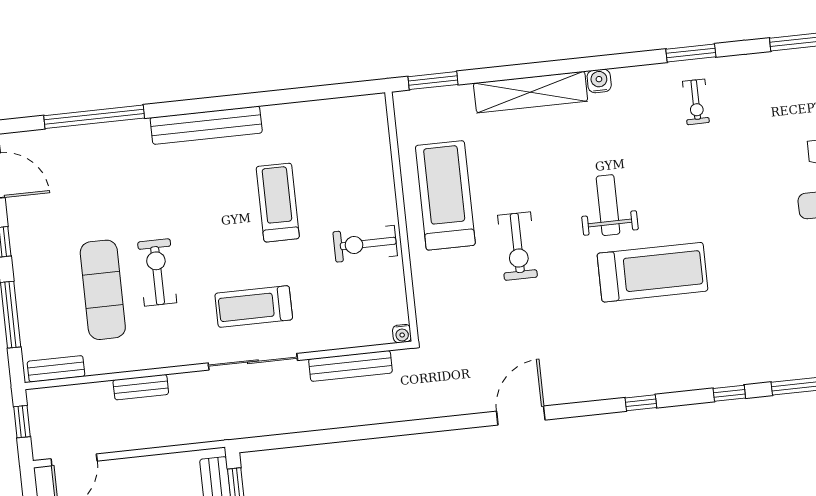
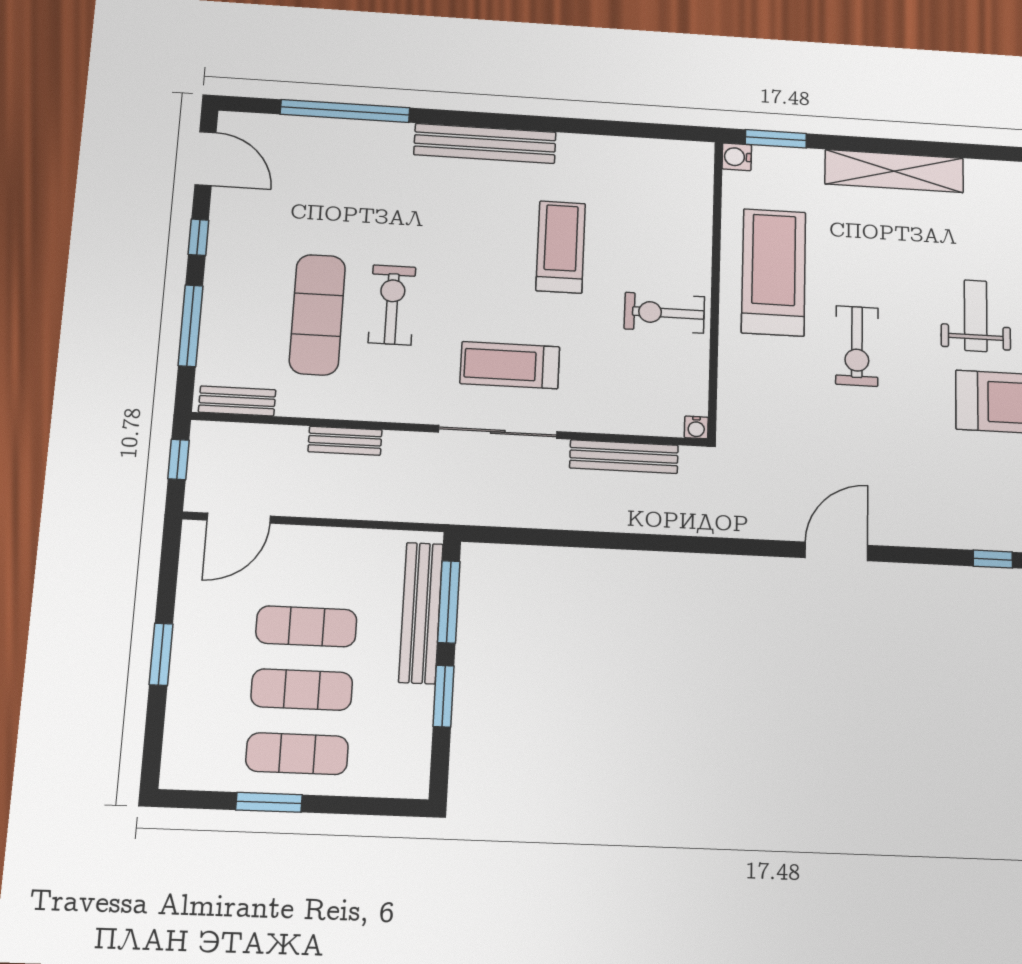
water cooler: (599, 81) -> (737, 157), moved, turned -90

